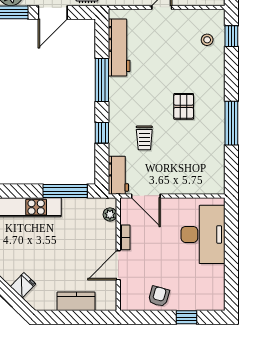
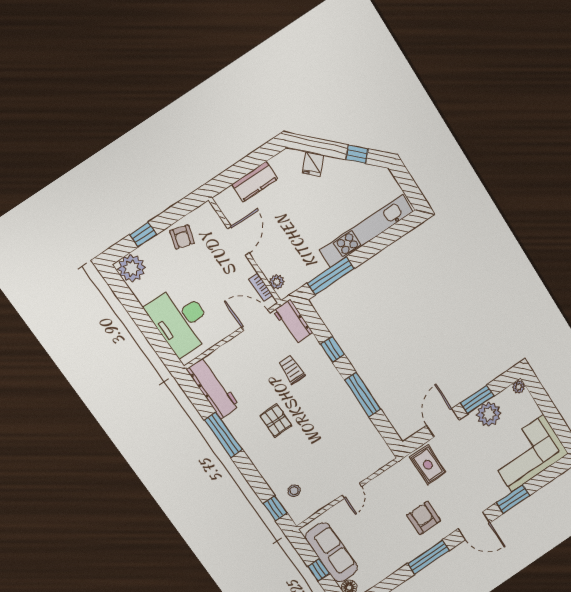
workbench: (119, 48) -> (213, 388), moved, turned 180
bookcase: (125, 237) -> (261, 287), moved
plant: (212, 298) -> (132, 268), added

